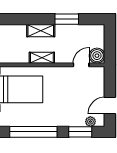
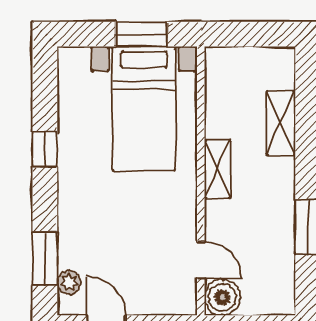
shelving: (41, 31) -> (281, 123), moved
window: (33, 132) -> (45, 149), width x0.32

